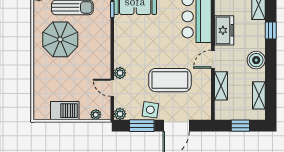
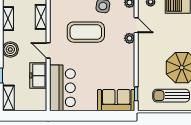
door: (213, 59) -> (48, 50), swing flipped
shelving: (221, 86) -> (41, 17), moved

